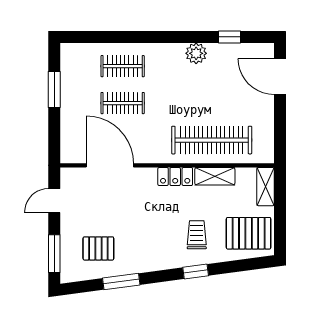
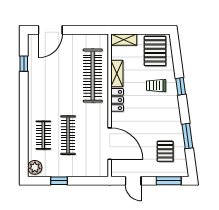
plant: (196, 53) -> (35, 167), moved
window: (54, 89) -> (59, 181), width x0.67
clothes rail: (123, 103) -> (68, 135), width x1.36
door: (110, 165) -> (110, 144), swing flipped

